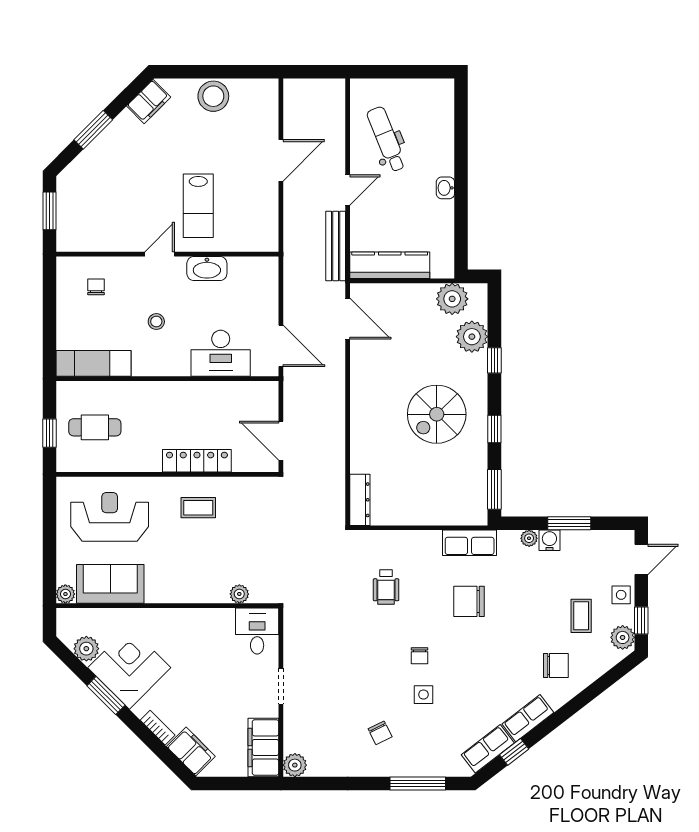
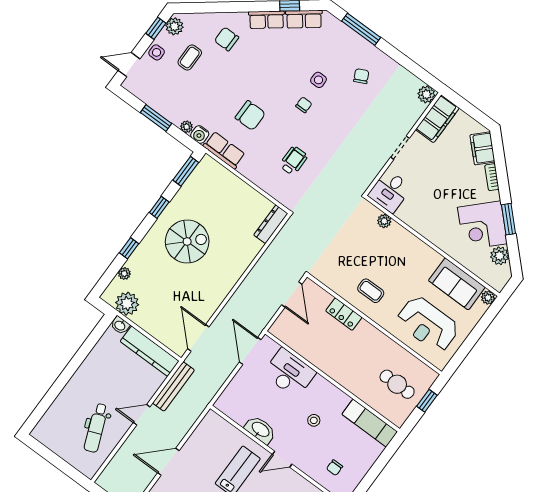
washbasin: (445, 188) -> (120, 325), moved, turned 90
plant: (472, 337) -> (124, 274), width x0.53, depth x0.53
locker: (197, 461) -> (344, 314), width x0.66
water cooler: (549, 540) -> (200, 135), moved

